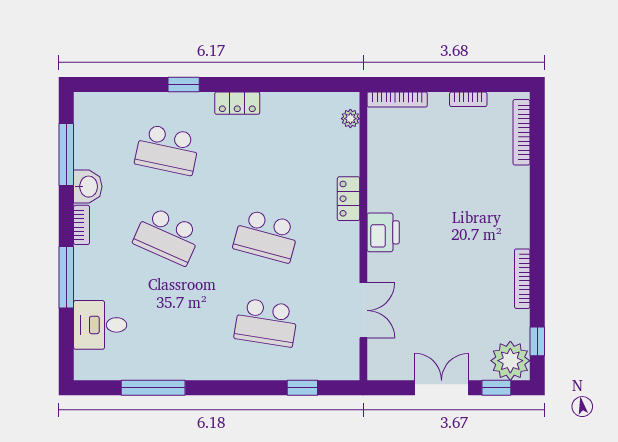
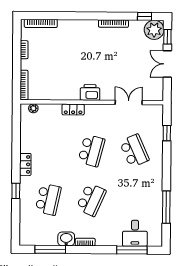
window: (66, 277) -> (132, 250), moved
school desk: (266, 323) -> (134, 151), turned -33

